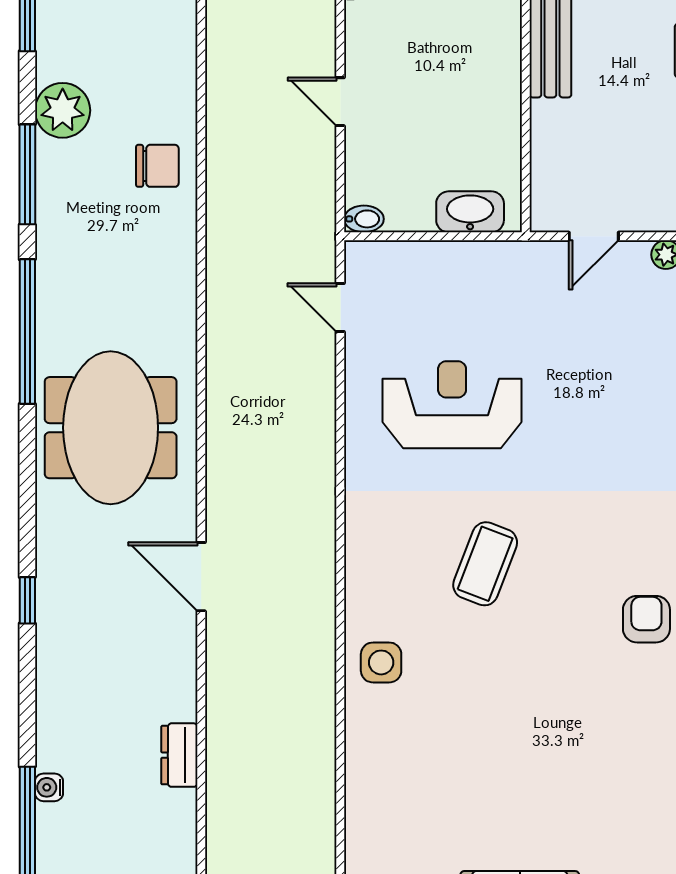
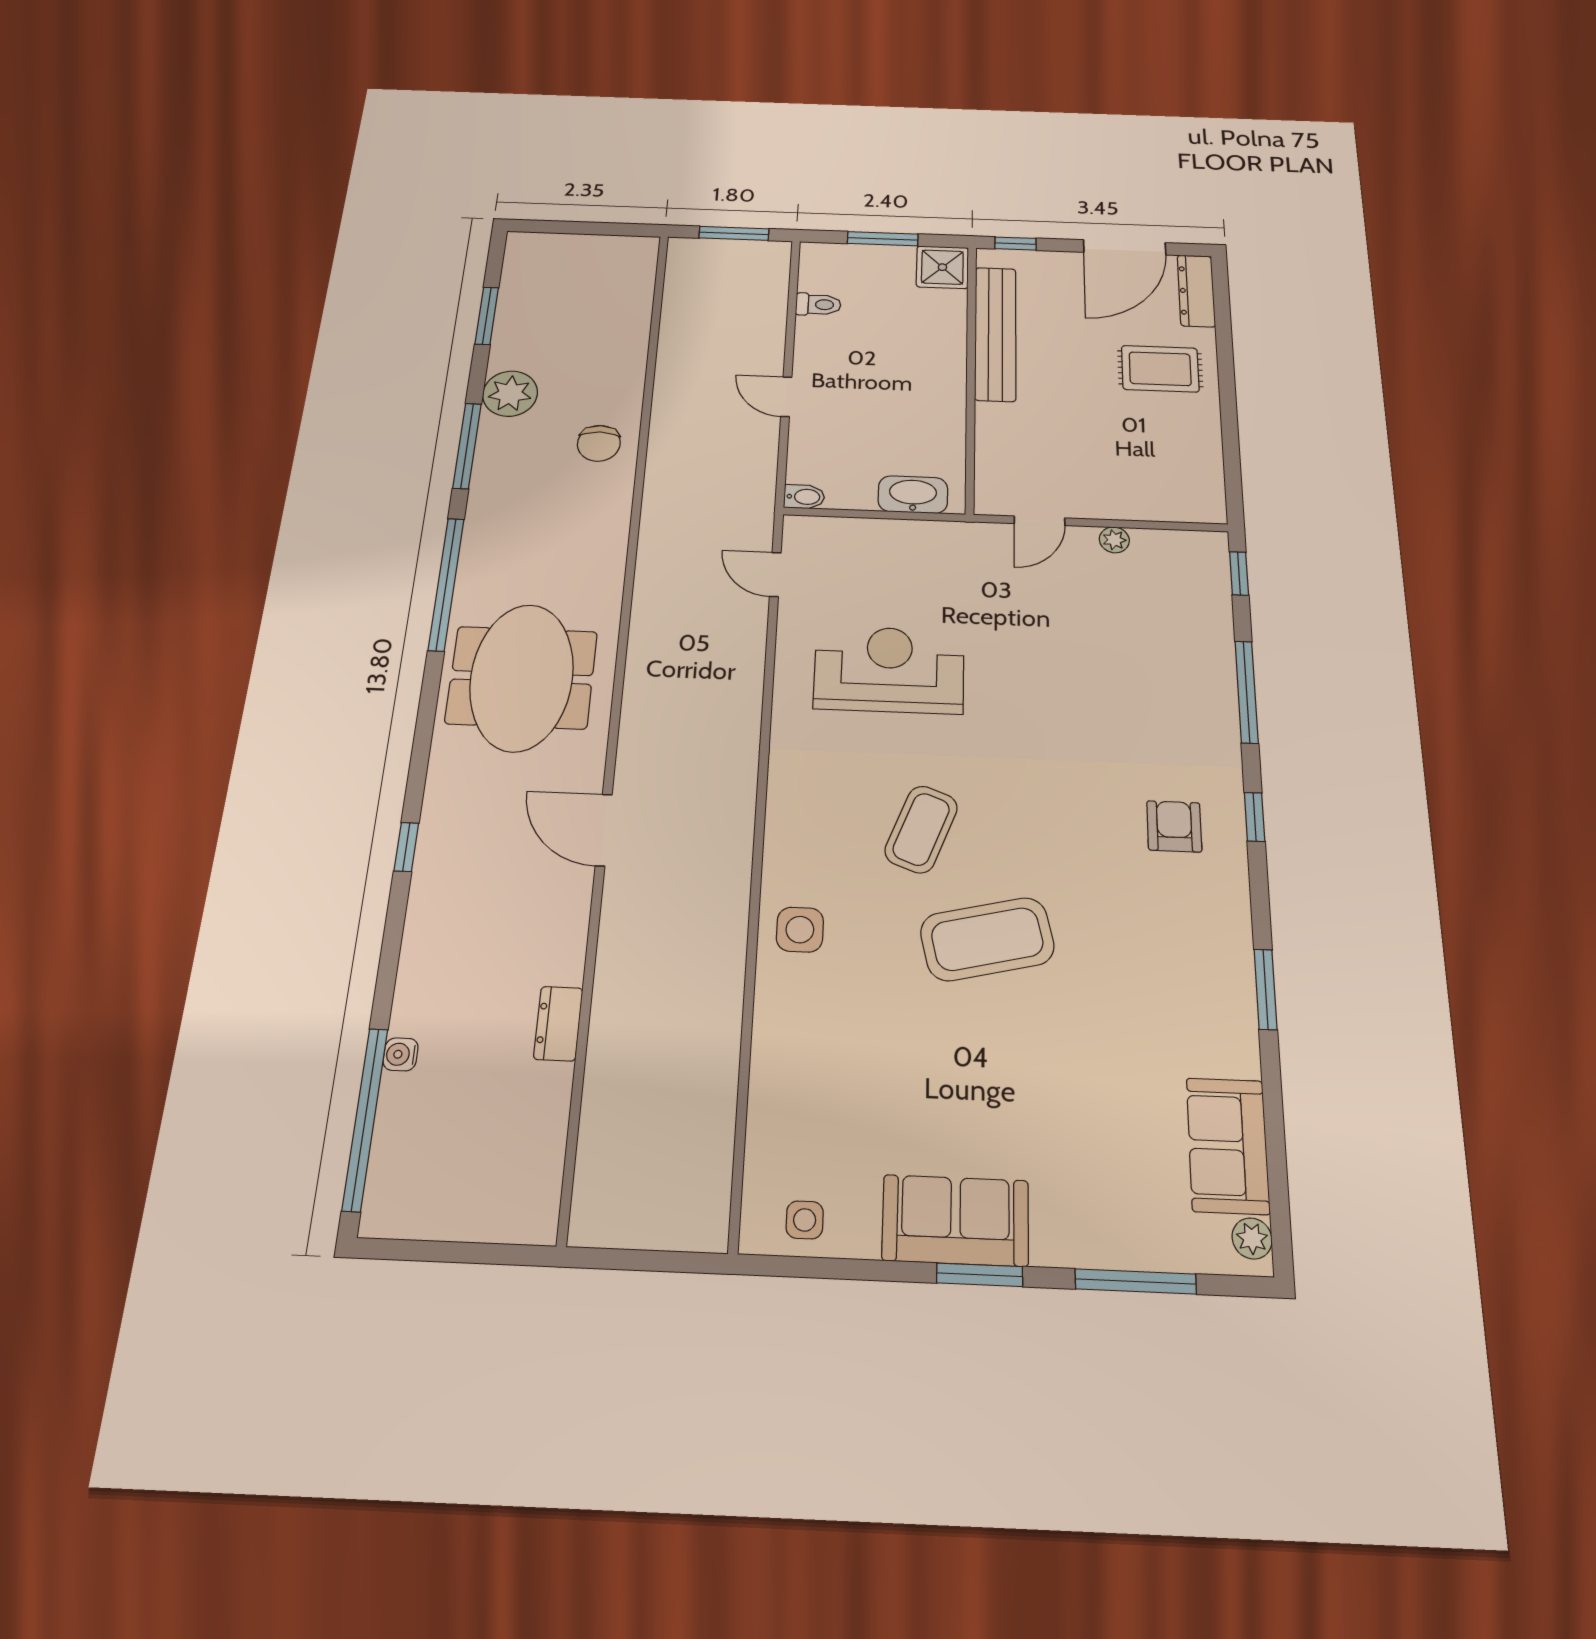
chair: (157, 166) -> (599, 443), turned 90
armchair: (646, 619) -> (1103, 895), removed
coffee table: (545, 664) -> (987, 939), added

